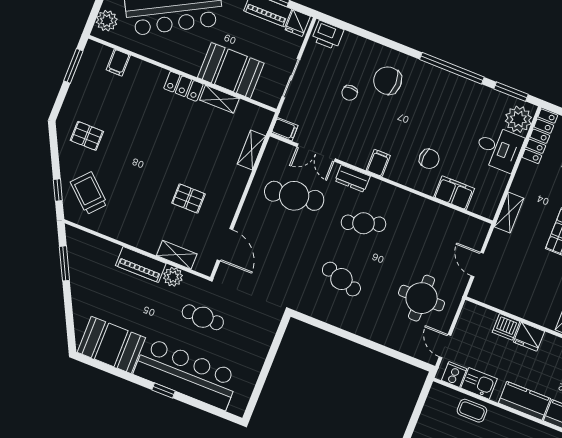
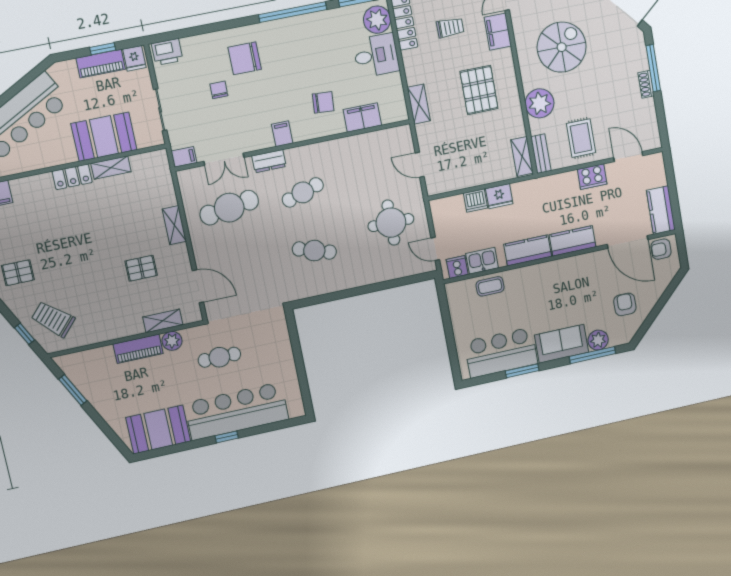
chair: (350, 93) -> (219, 90), turned 180
shelving: (251, 150) -> (174, 225), moved

